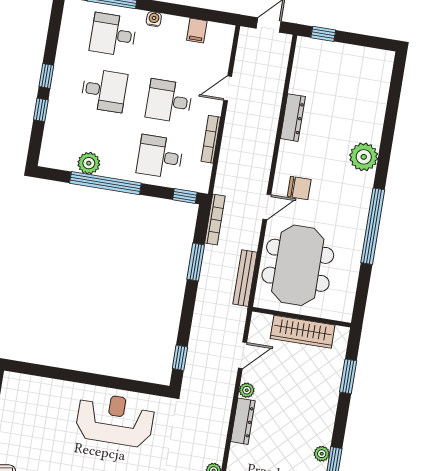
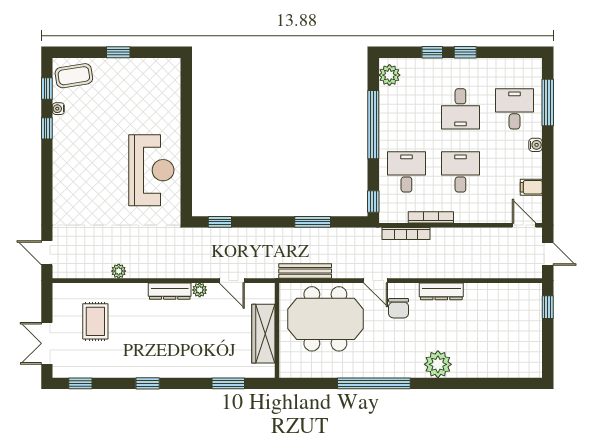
door: (228, 88) -> (524, 225), moved
dresser: (293, 118) -> (441, 291), moved
plant: (89, 163) -> (389, 75), moved
bookcase: (215, 220) -> (406, 234), moved
plant: (322, 454) -> (151, 371), removed

